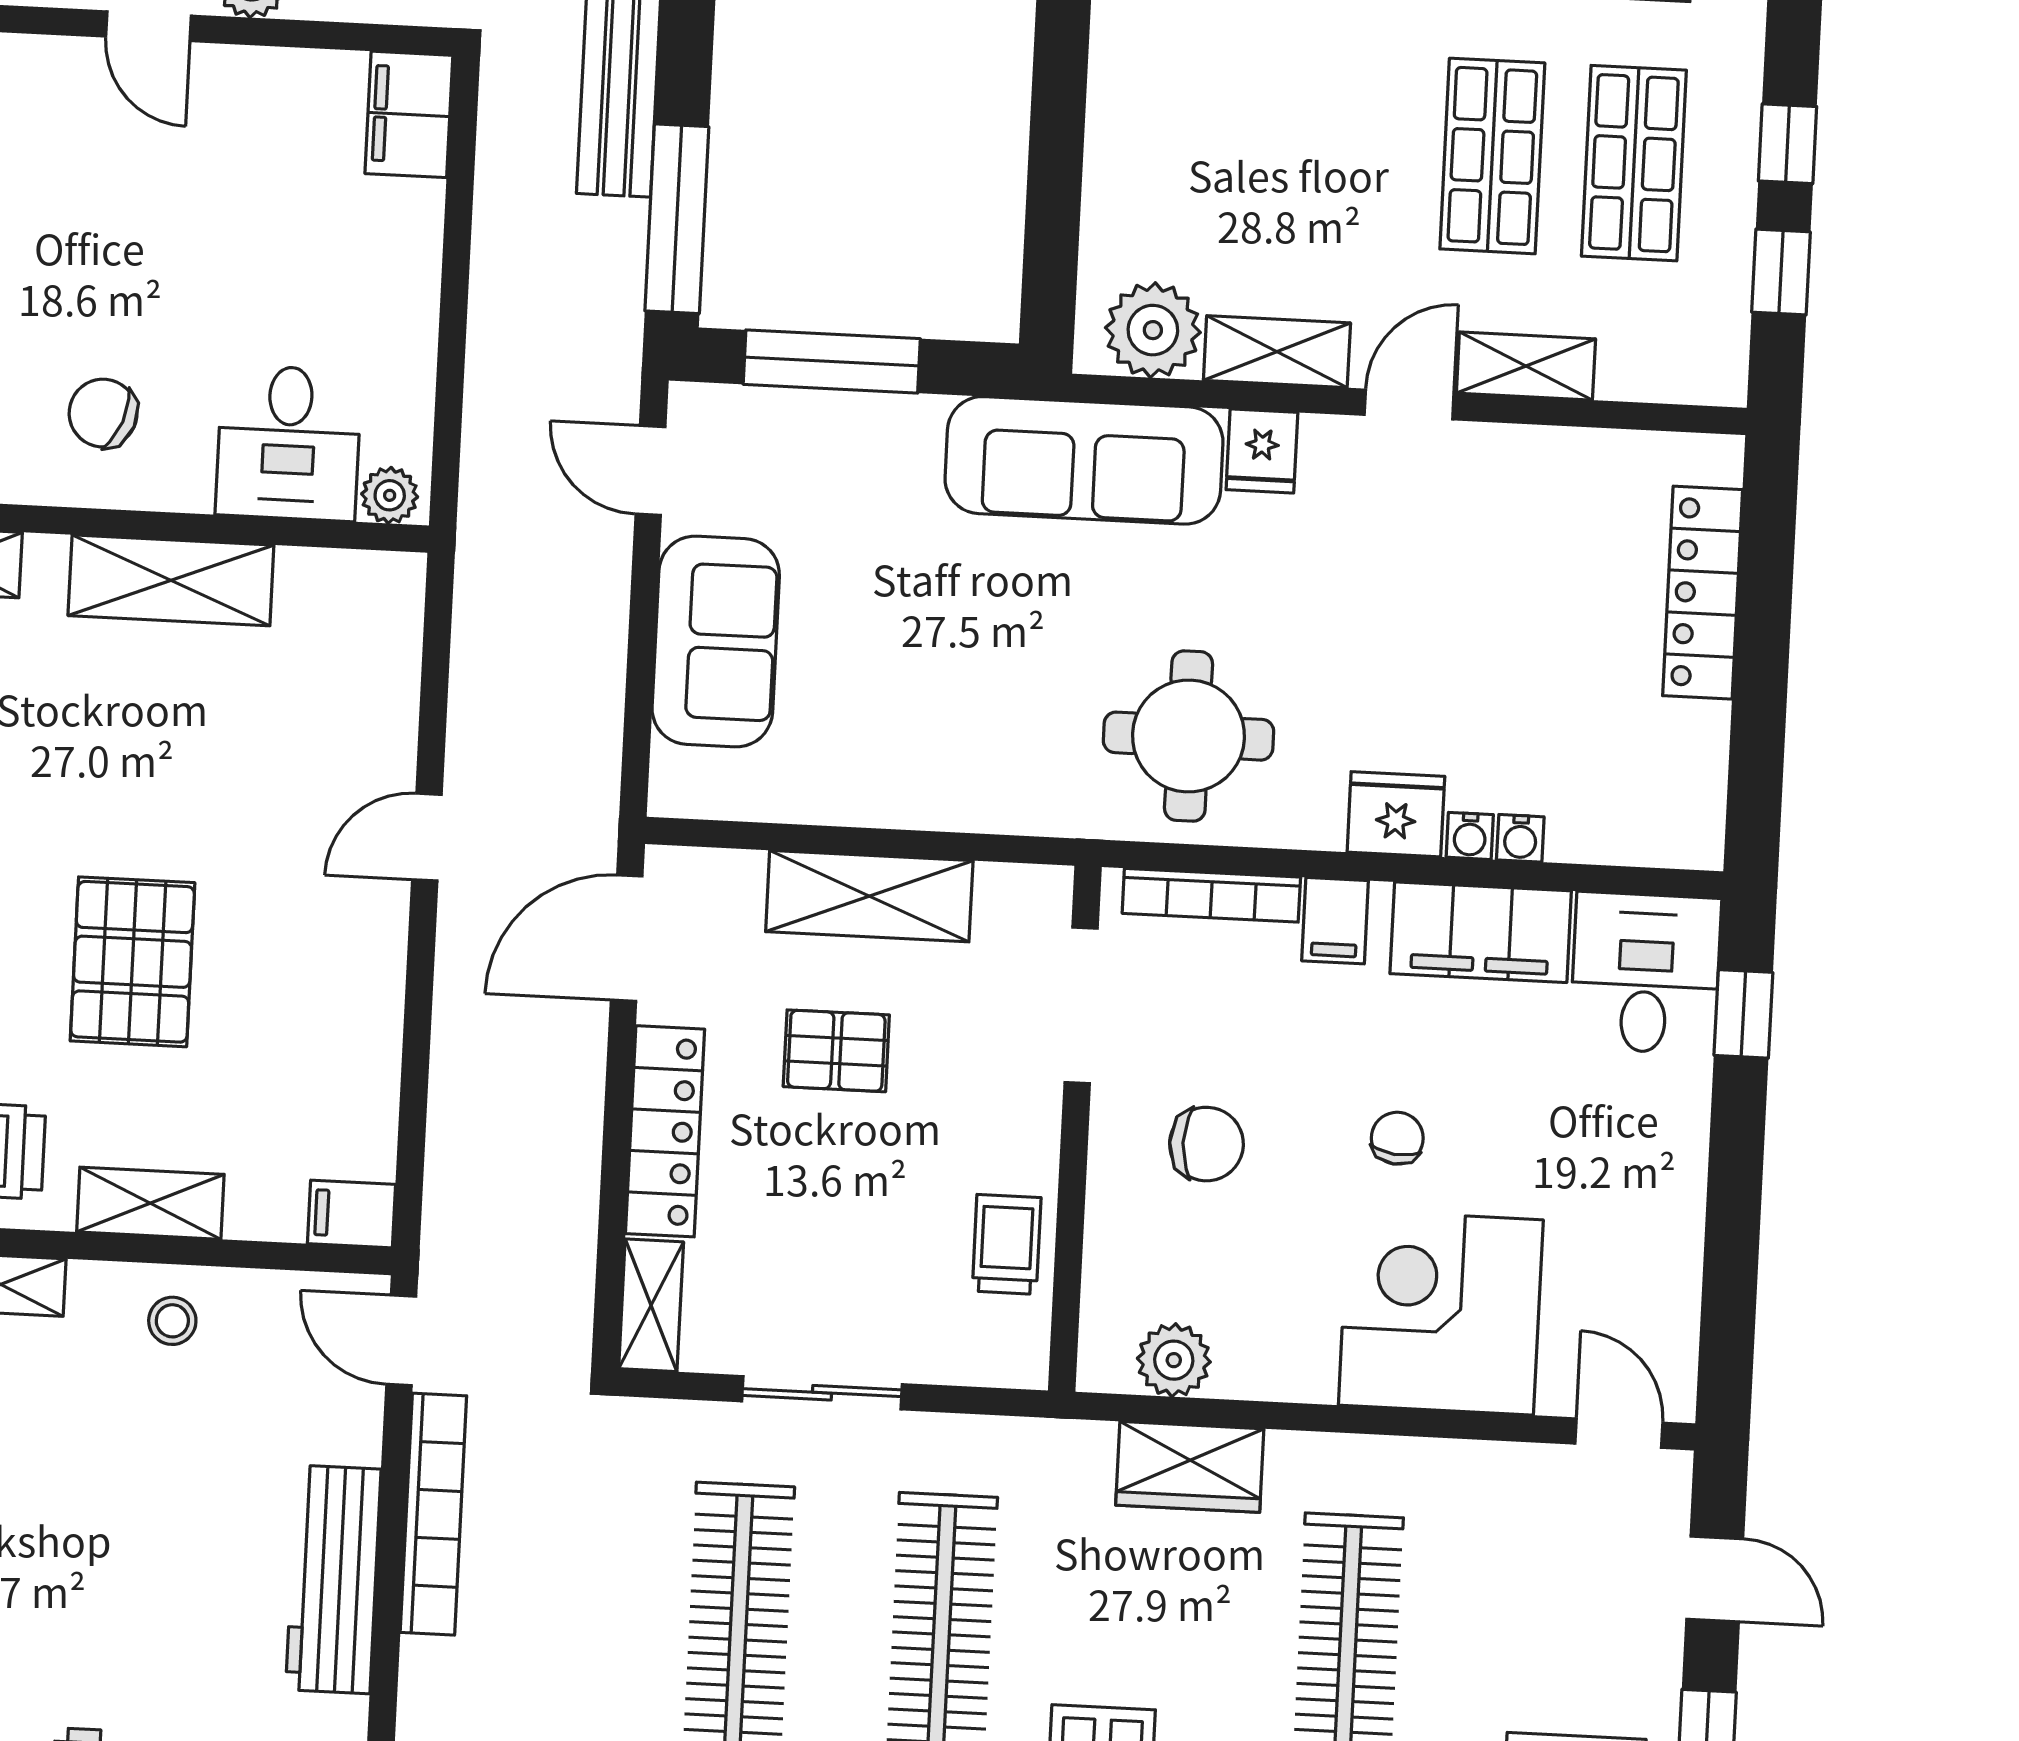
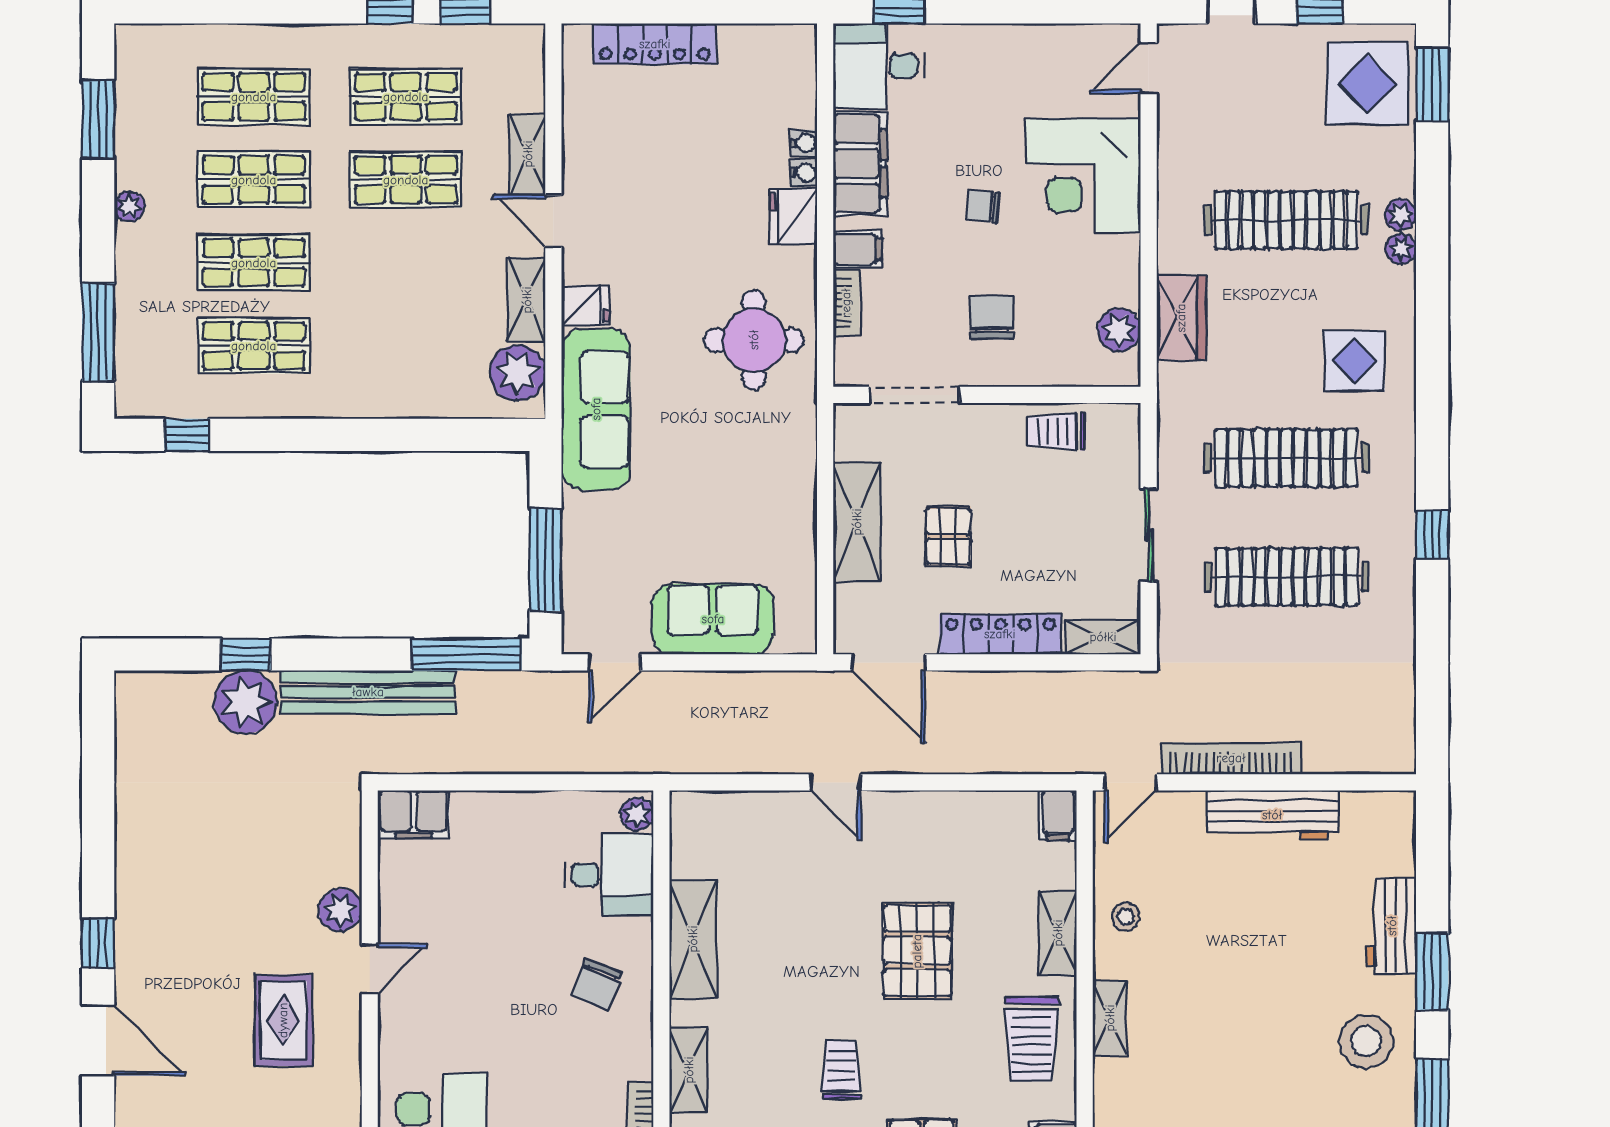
bookcase: (1211, 895) -> (846, 303), width x0.64
pallet: (133, 962) -> (917, 951), turned 90

